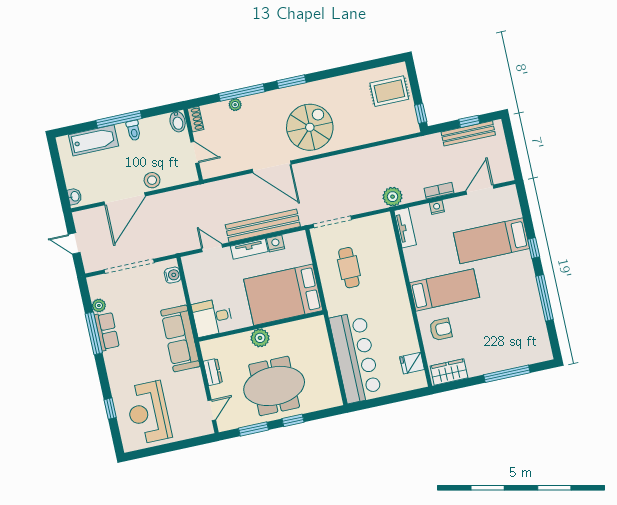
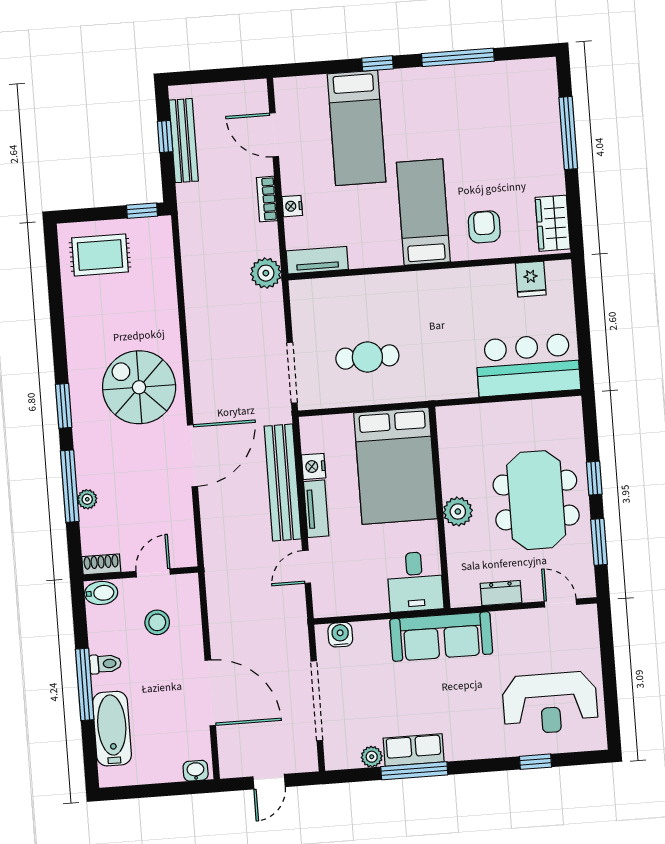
rug: (389, 91) -> (100, 255), turned 90
stool: (152, 180) -> (157, 622), moved
bar counter: (356, 357) -> (528, 365), width x0.73

